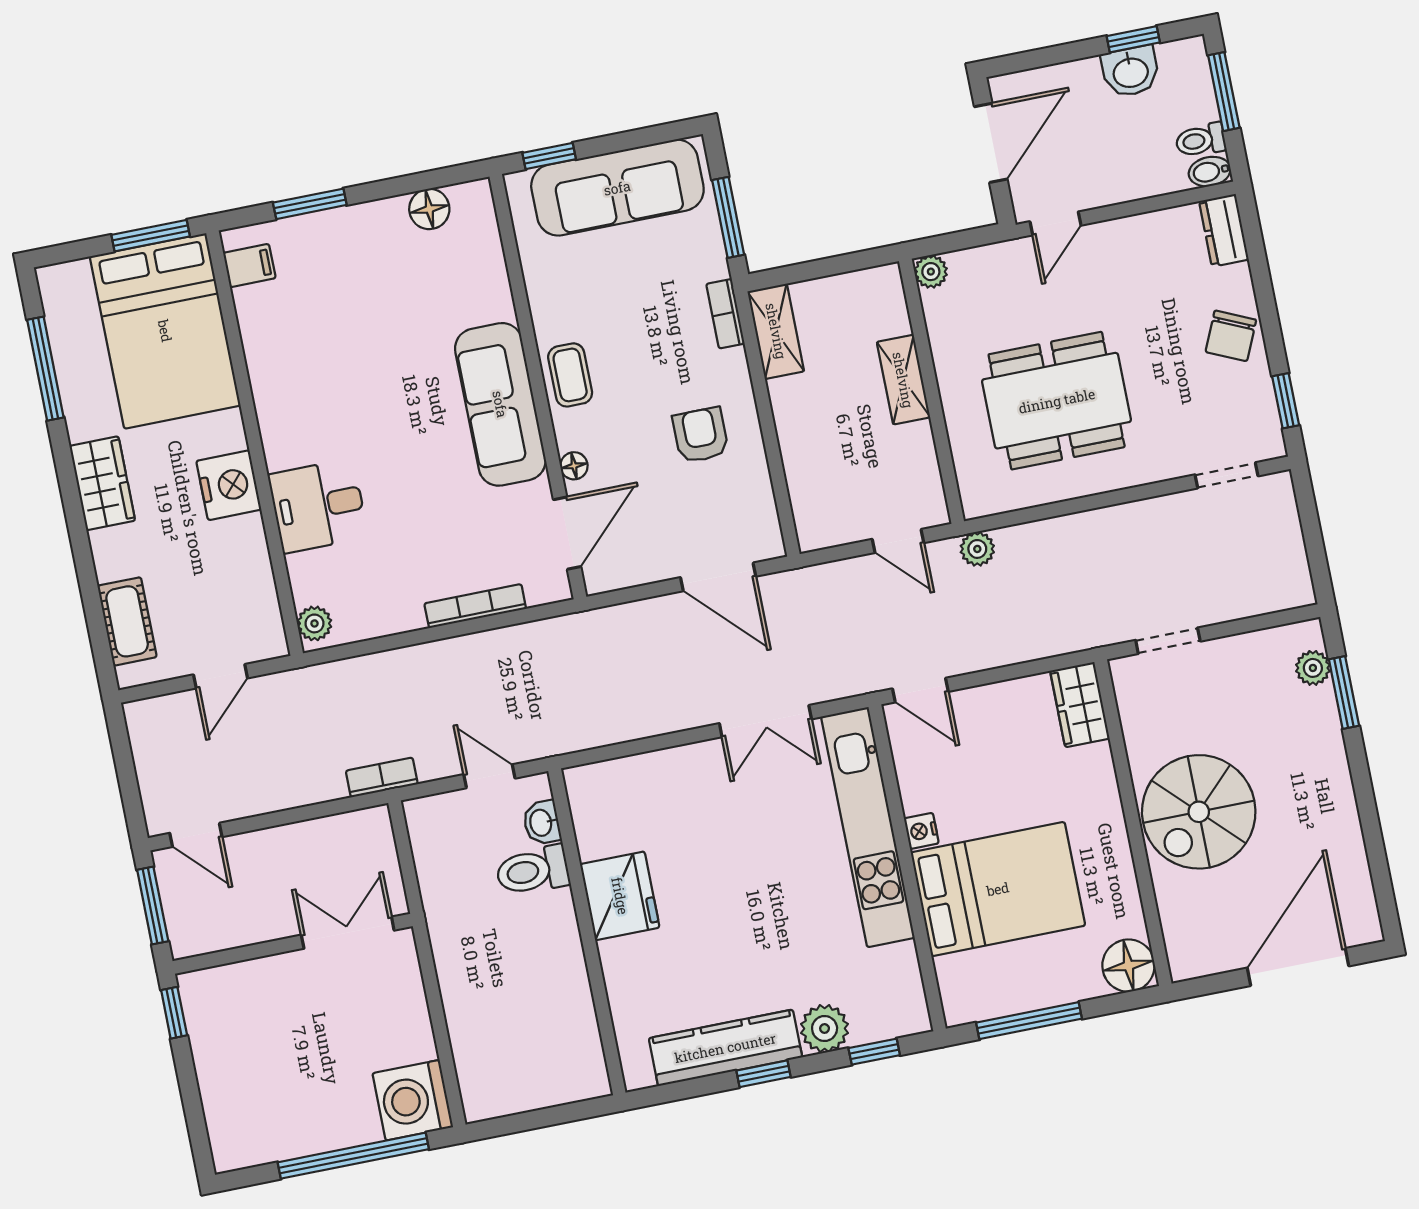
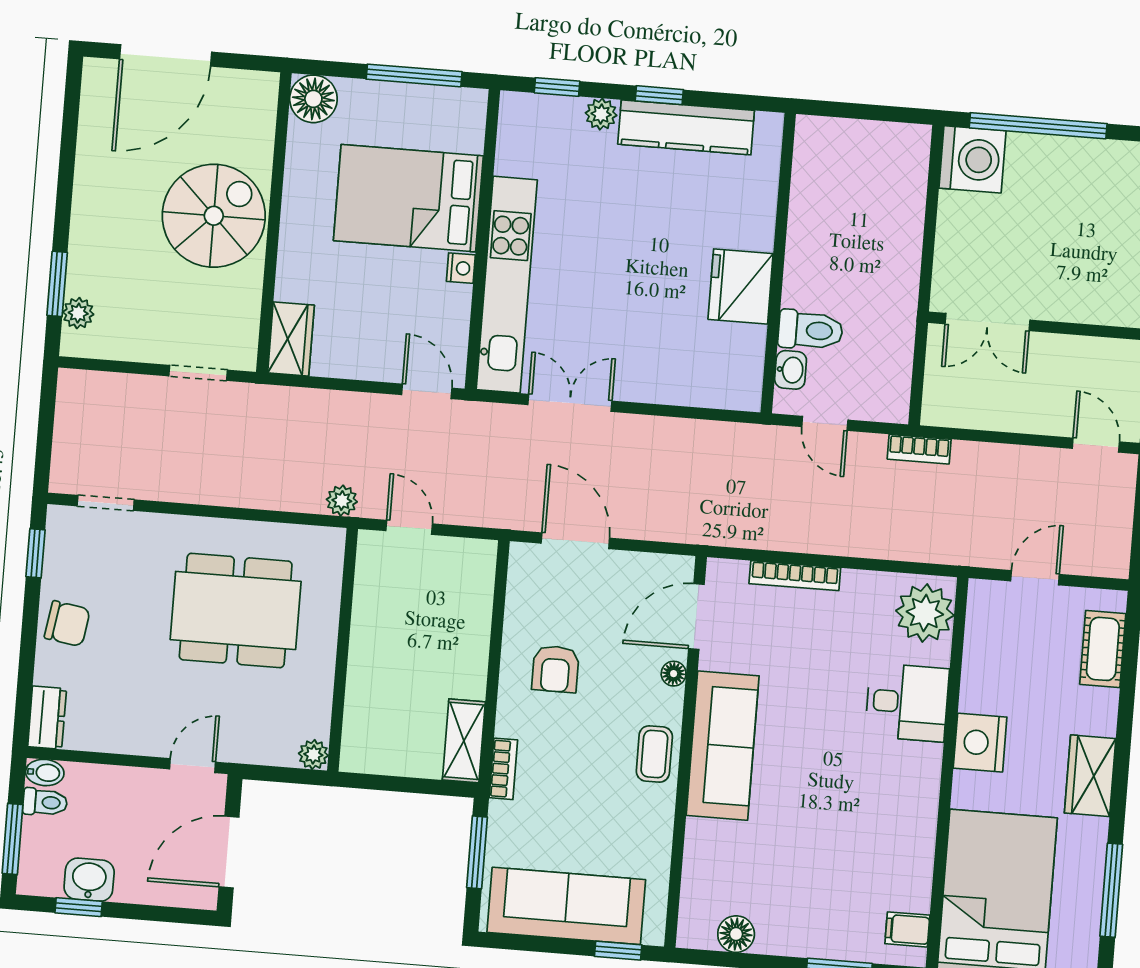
chair: (1231, 336) -> (67, 624), turned 75
shelving: (903, 380) -> (364, 667), removed
plant: (314, 623) -> (925, 613), width x1.88, depth x1.88
plant: (825, 1028) -> (601, 114), width x0.73, depth x0.73

